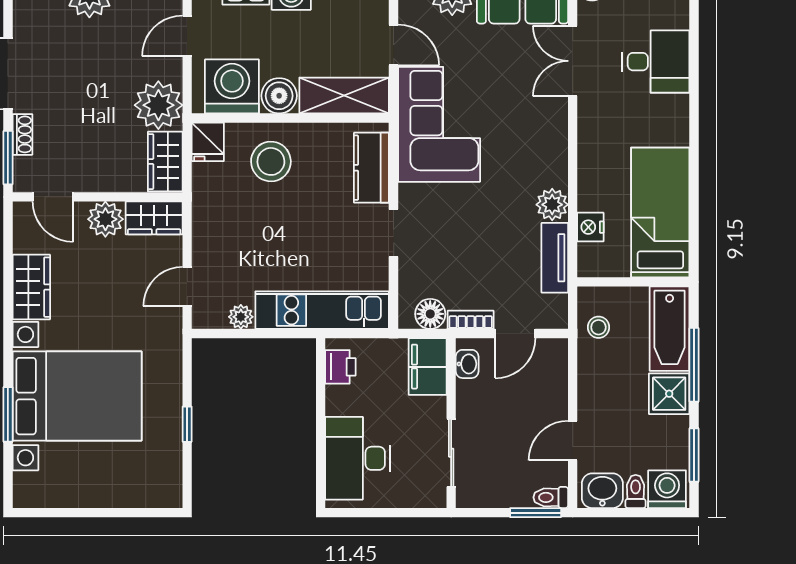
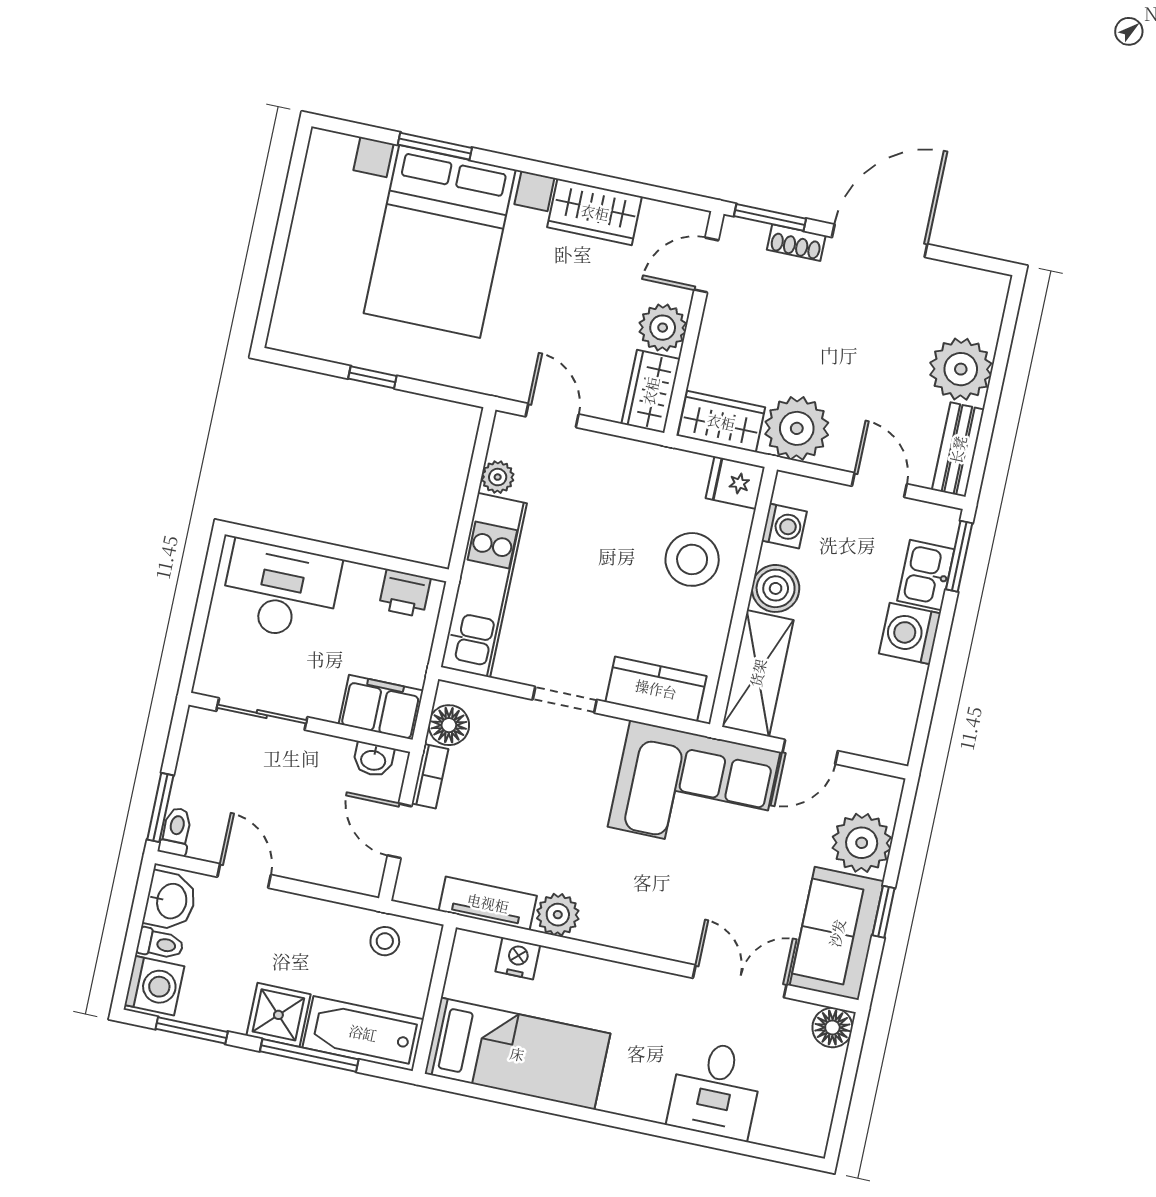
washing machine: (232, 86) -> (784, 526), width x0.53, depth x0.53

